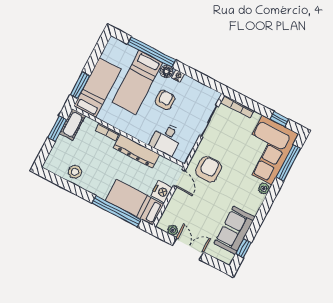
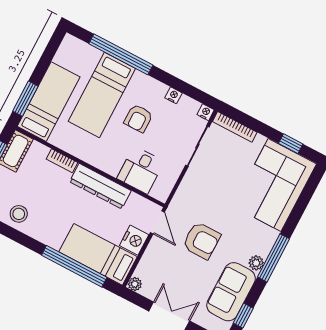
floor lamp: (166, 72) -> (141, 80), removed
nightstand: (178, 76) -> (174, 95), moved
nightstand: (215, 95) -> (206, 112), added
armchair: (165, 100) -> (138, 118), turned 180
window: (288, 163) -> (273, 258), moved
armchair: (208, 169) -> (201, 241), moved, turned 90
plant: (264, 189) -> (256, 263), moved
plant: (173, 230) -> (135, 284), moved

